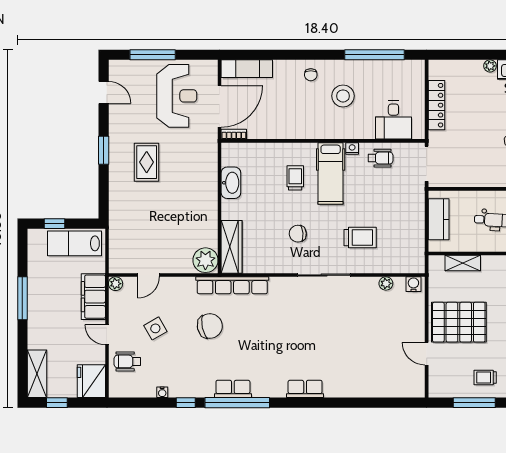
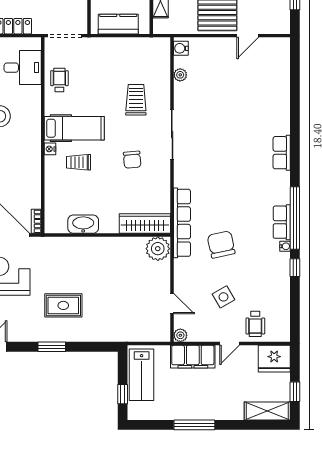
nightstand: (352, 148) -> (50, 149), moved
water cooler: (162, 392) -> (285, 246), moved

